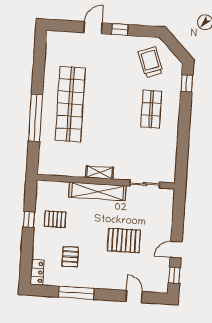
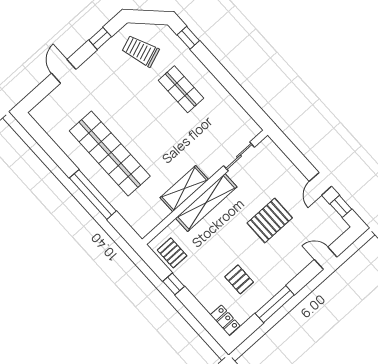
window: (120, 29) -> (100, 38), moved
shelving: (100, 172) -> (184, 189), width x1.50, depth x1.33
pallet: (55, 219) -> (172, 253), moved, turned 90

